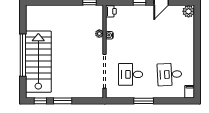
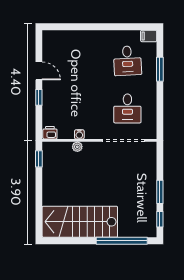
plant: (189, 11) -> (50, 37), removed
window: (23, 55) -> (122, 241), moved
stairs: (38, 62) -> (80, 222), moved
window: (144, 101) -> (160, 69), moved

